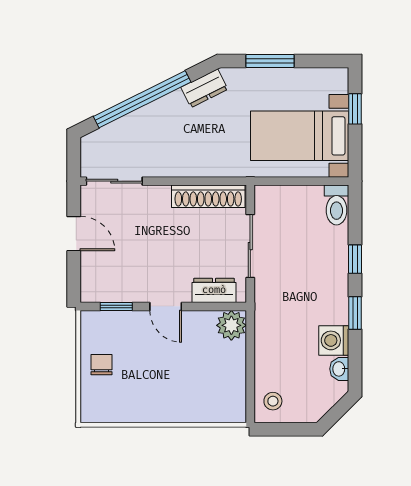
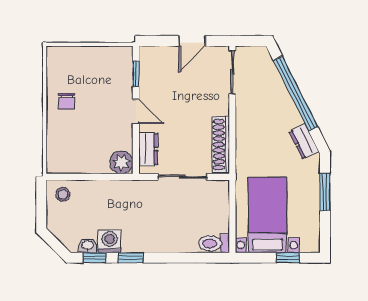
window: (355, 259) -> (95, 258), moved
door: (166, 306) -> (136, 112), swing flipped
chair: (102, 365) -> (67, 101), moved, turned 90

